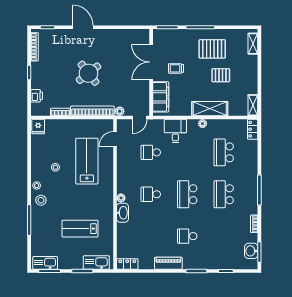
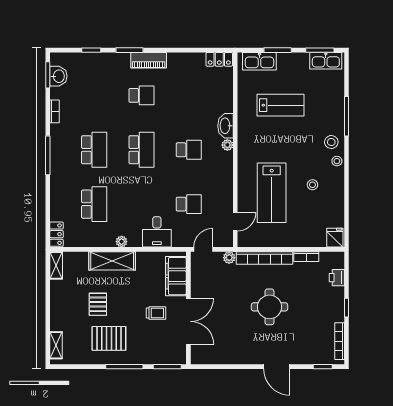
round table: (89, 73) -> (270, 307), turned 38
pallet: (221, 75) -> (98, 304), turned 90
piano: (168, 263) -> (149, 60), moved

